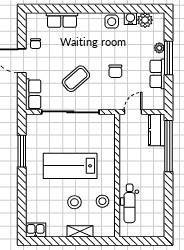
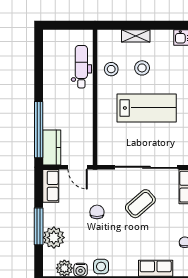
plant: (159, 48) -> (54, 238), width x1.88, depth x1.88
row of seats: (157, 74) -> (51, 186), moved
door: (133, 112) -> (78, 167), hinge flipped

